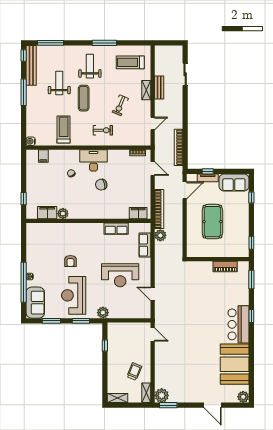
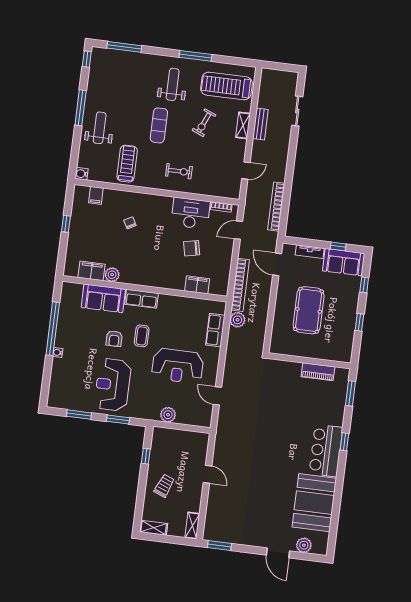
treadmill: (130, 62) -> (226, 86), width x1.37, depth x1.38
bench: (31, 65) -> (95, 73), removed
weight bench: (59, 83) -> (100, 128), moved
exercise bike: (120, 105) -> (204, 123), moved
desk: (93, 160) -> (190, 213), moved
door: (153, 169) -> (238, 230), swing flipped
window: (208, 171) -> (338, 246), moved
chair: (101, 185) -> (192, 248), moved
door: (185, 190) -> (277, 264), swing flipped
window: (24, 199) -> (66, 224), moved
filing cabinet: (138, 213) -> (197, 285), moved
row of seats: (116, 229) -> (141, 299), moved
window: (251, 243) -> (359, 322), moved
coffee table: (91, 256) -> (142, 336), added
window: (24, 282) -> (53, 329), moved
sofa: (35, 303) -> (103, 298), moved, turned 90
plant: (103, 313) -> (168, 415), moved
door: (153, 334) -> (208, 474), moved
trolley: (134, 371) -> (164, 486), moved
plant: (162, 395) -> (212, 532), removed
plant: (243, 397) -> (304, 545), moved

